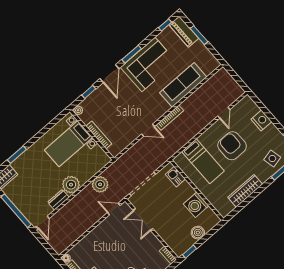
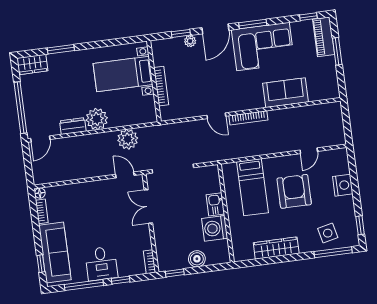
sofa: (183, 85) -> (285, 93), width x0.73
plant: (78, 110) -> (190, 41), moved
kitchen sink: (175, 177) -> (215, 204), moved

